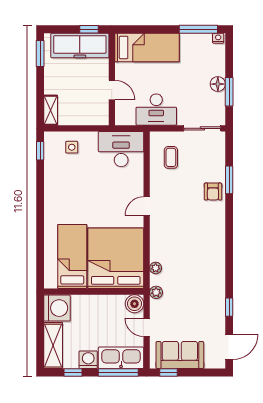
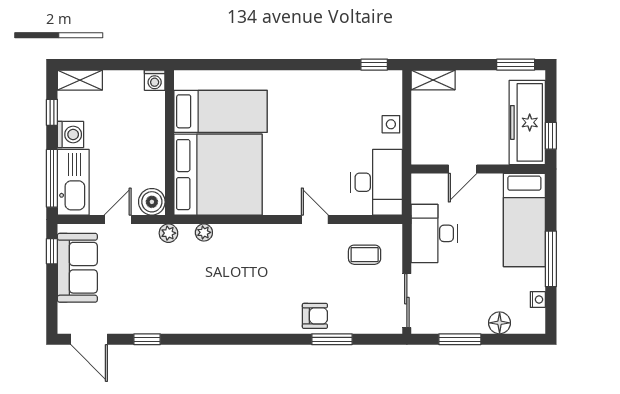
window: (198, 29) -> (551, 259), moved
nightstand: (218, 38) -> (538, 300), moved
floor lamp: (218, 84) -> (500, 323), moved
side table: (72, 147) -> (391, 124), moved
armchair: (213, 192) -> (315, 316), turned 180
door: (147, 206) -> (315, 219), moved
washing machine: (57, 308) -> (155, 80), width x0.53, depth x0.53
shelving: (53, 346) -> (80, 80), width x0.67, depth x0.75

